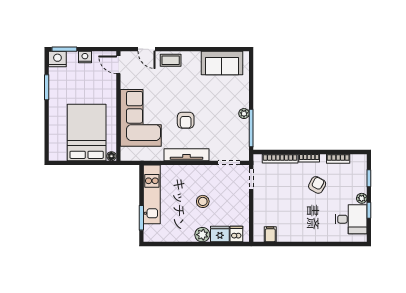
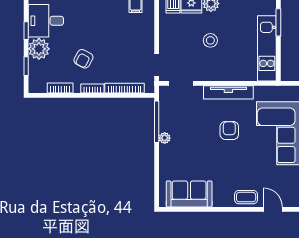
plant: (362, 198) -> (39, 49), width x1.87, depth x1.87

